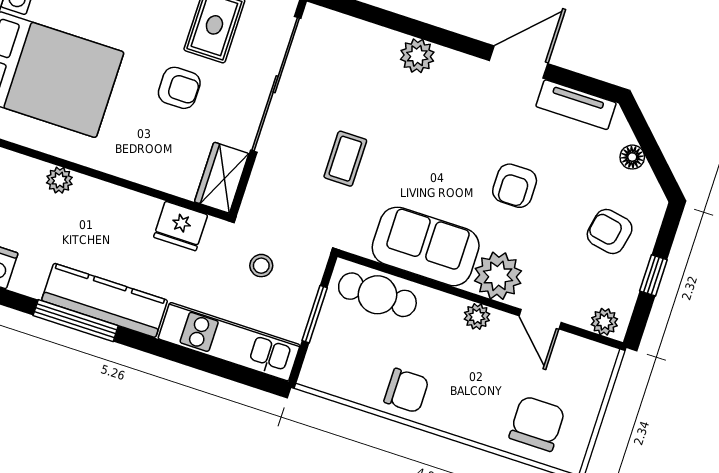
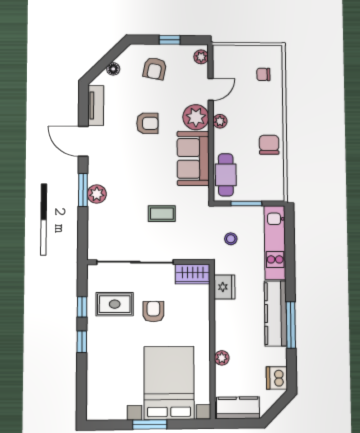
window: (432, 34) -> (83, 190), added
chair: (537, 424) -> (263, 74), width x0.54, depth x0.54

